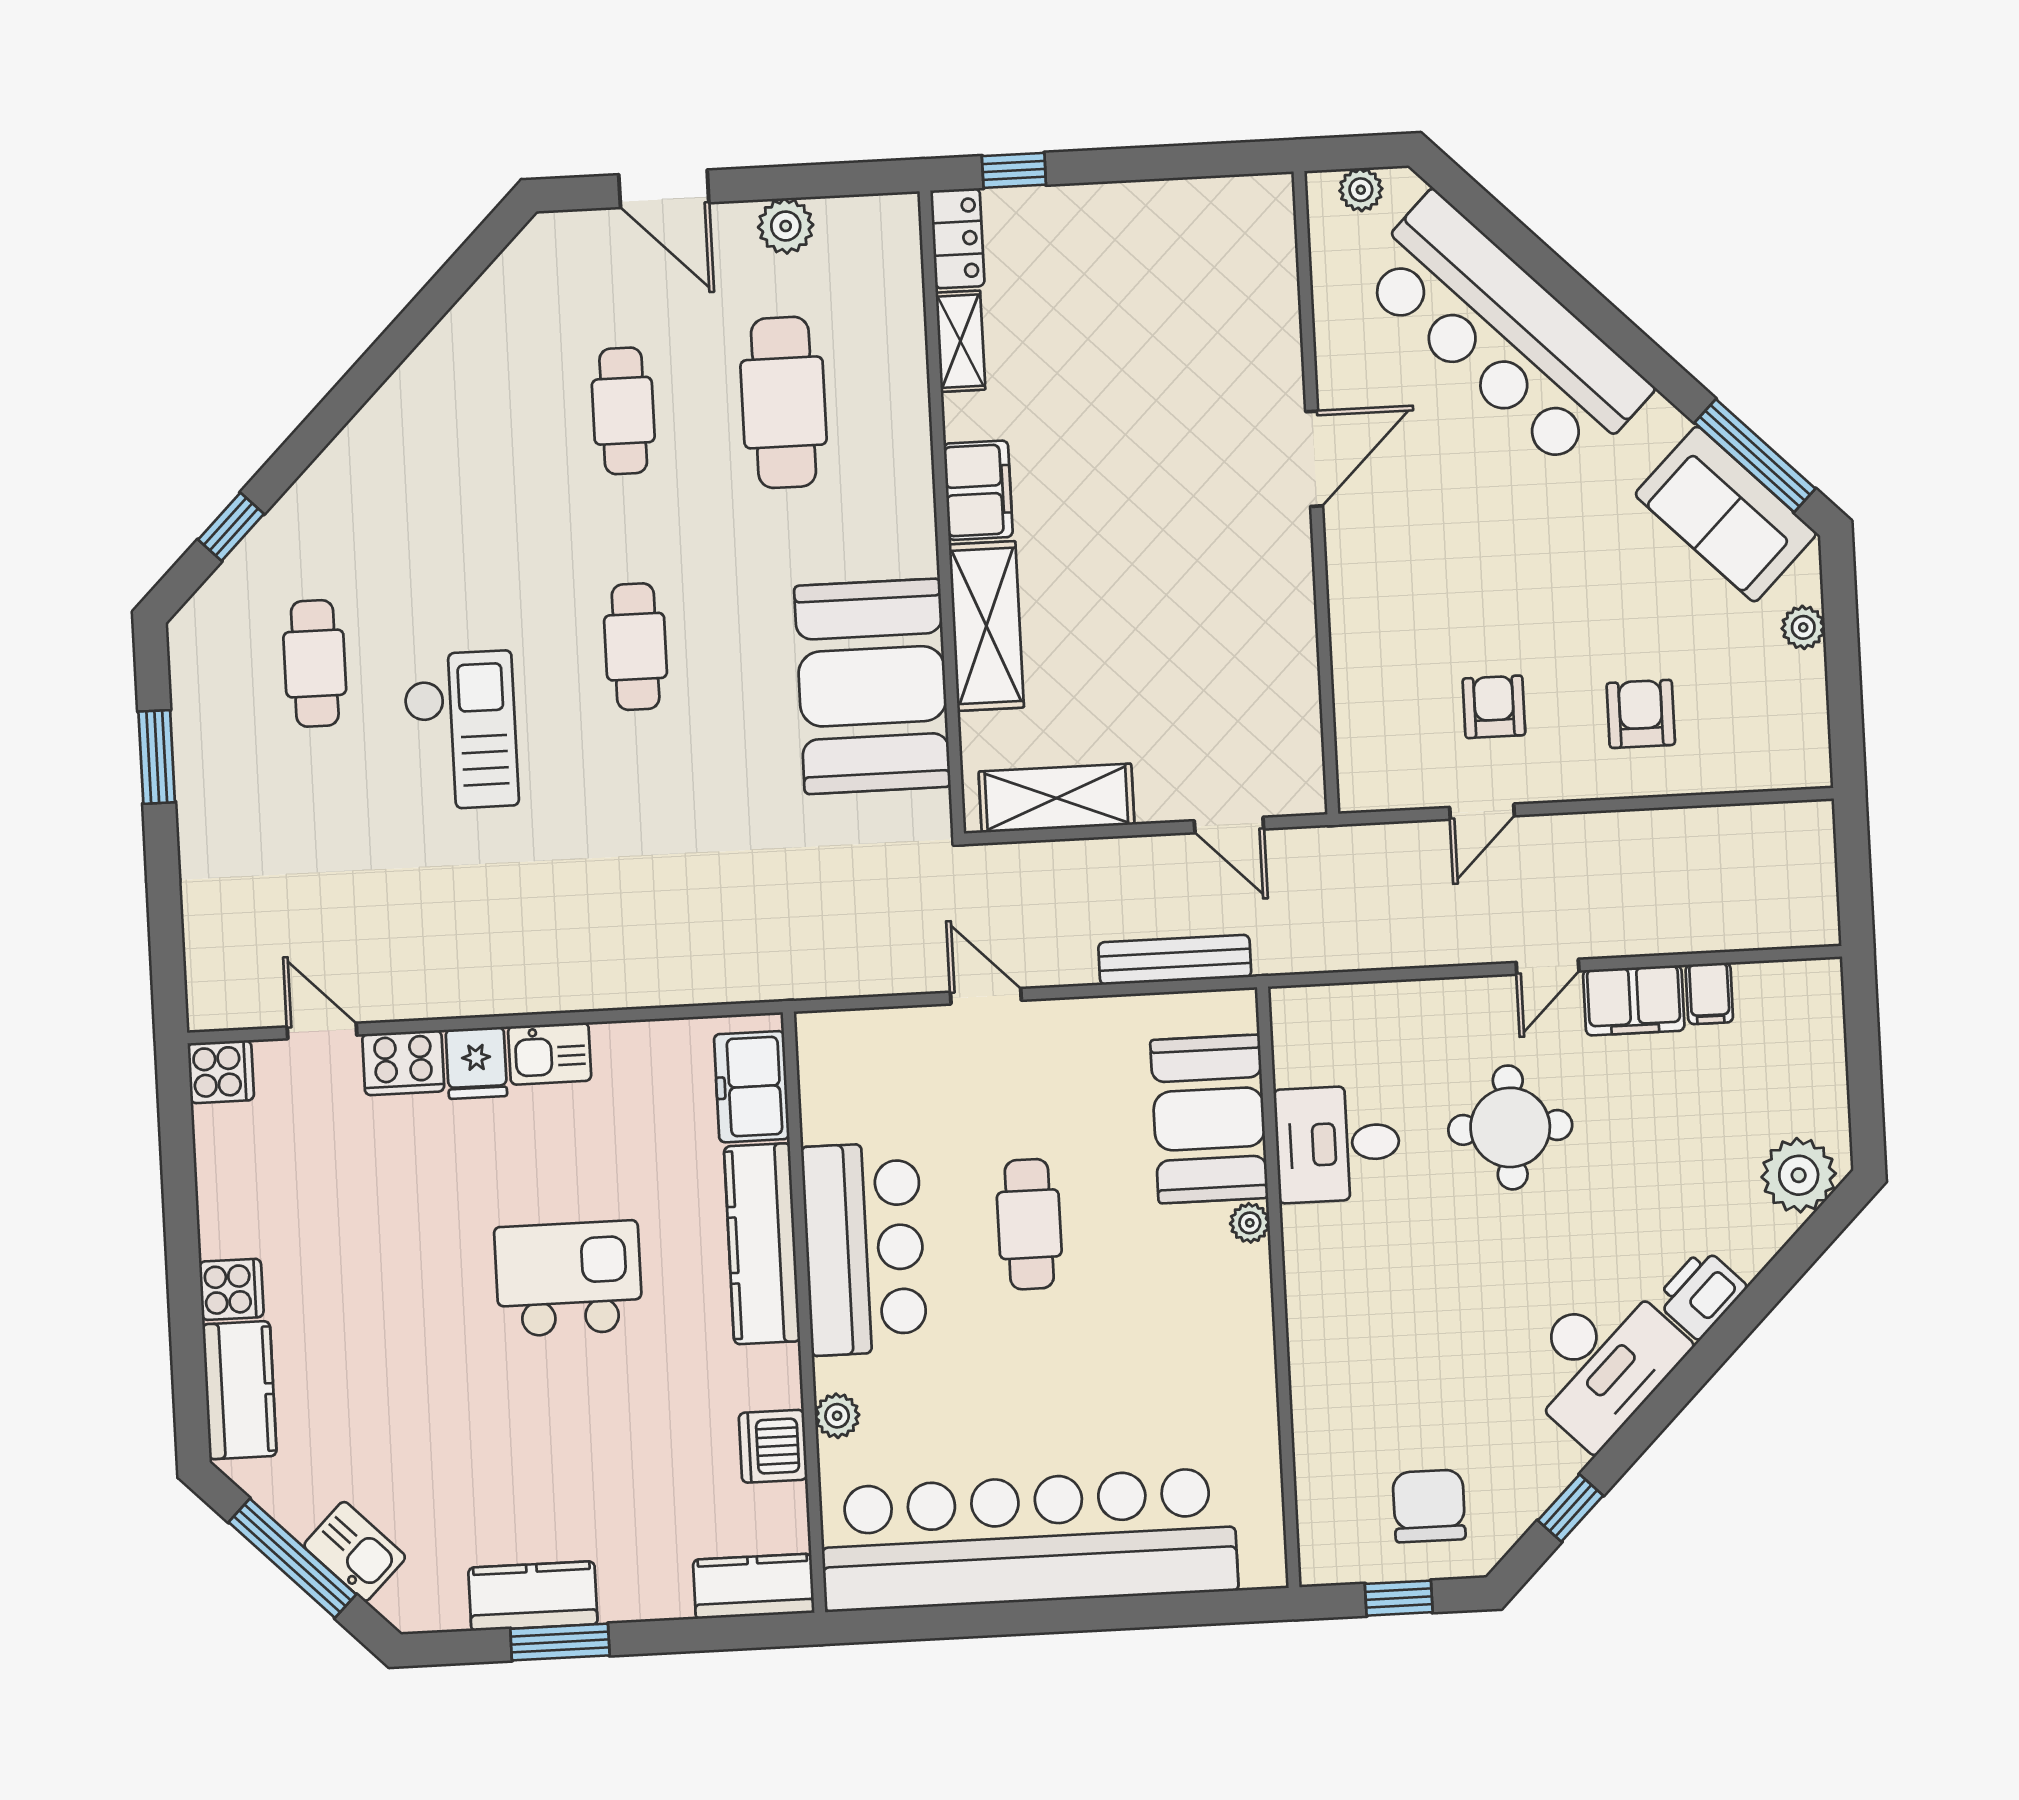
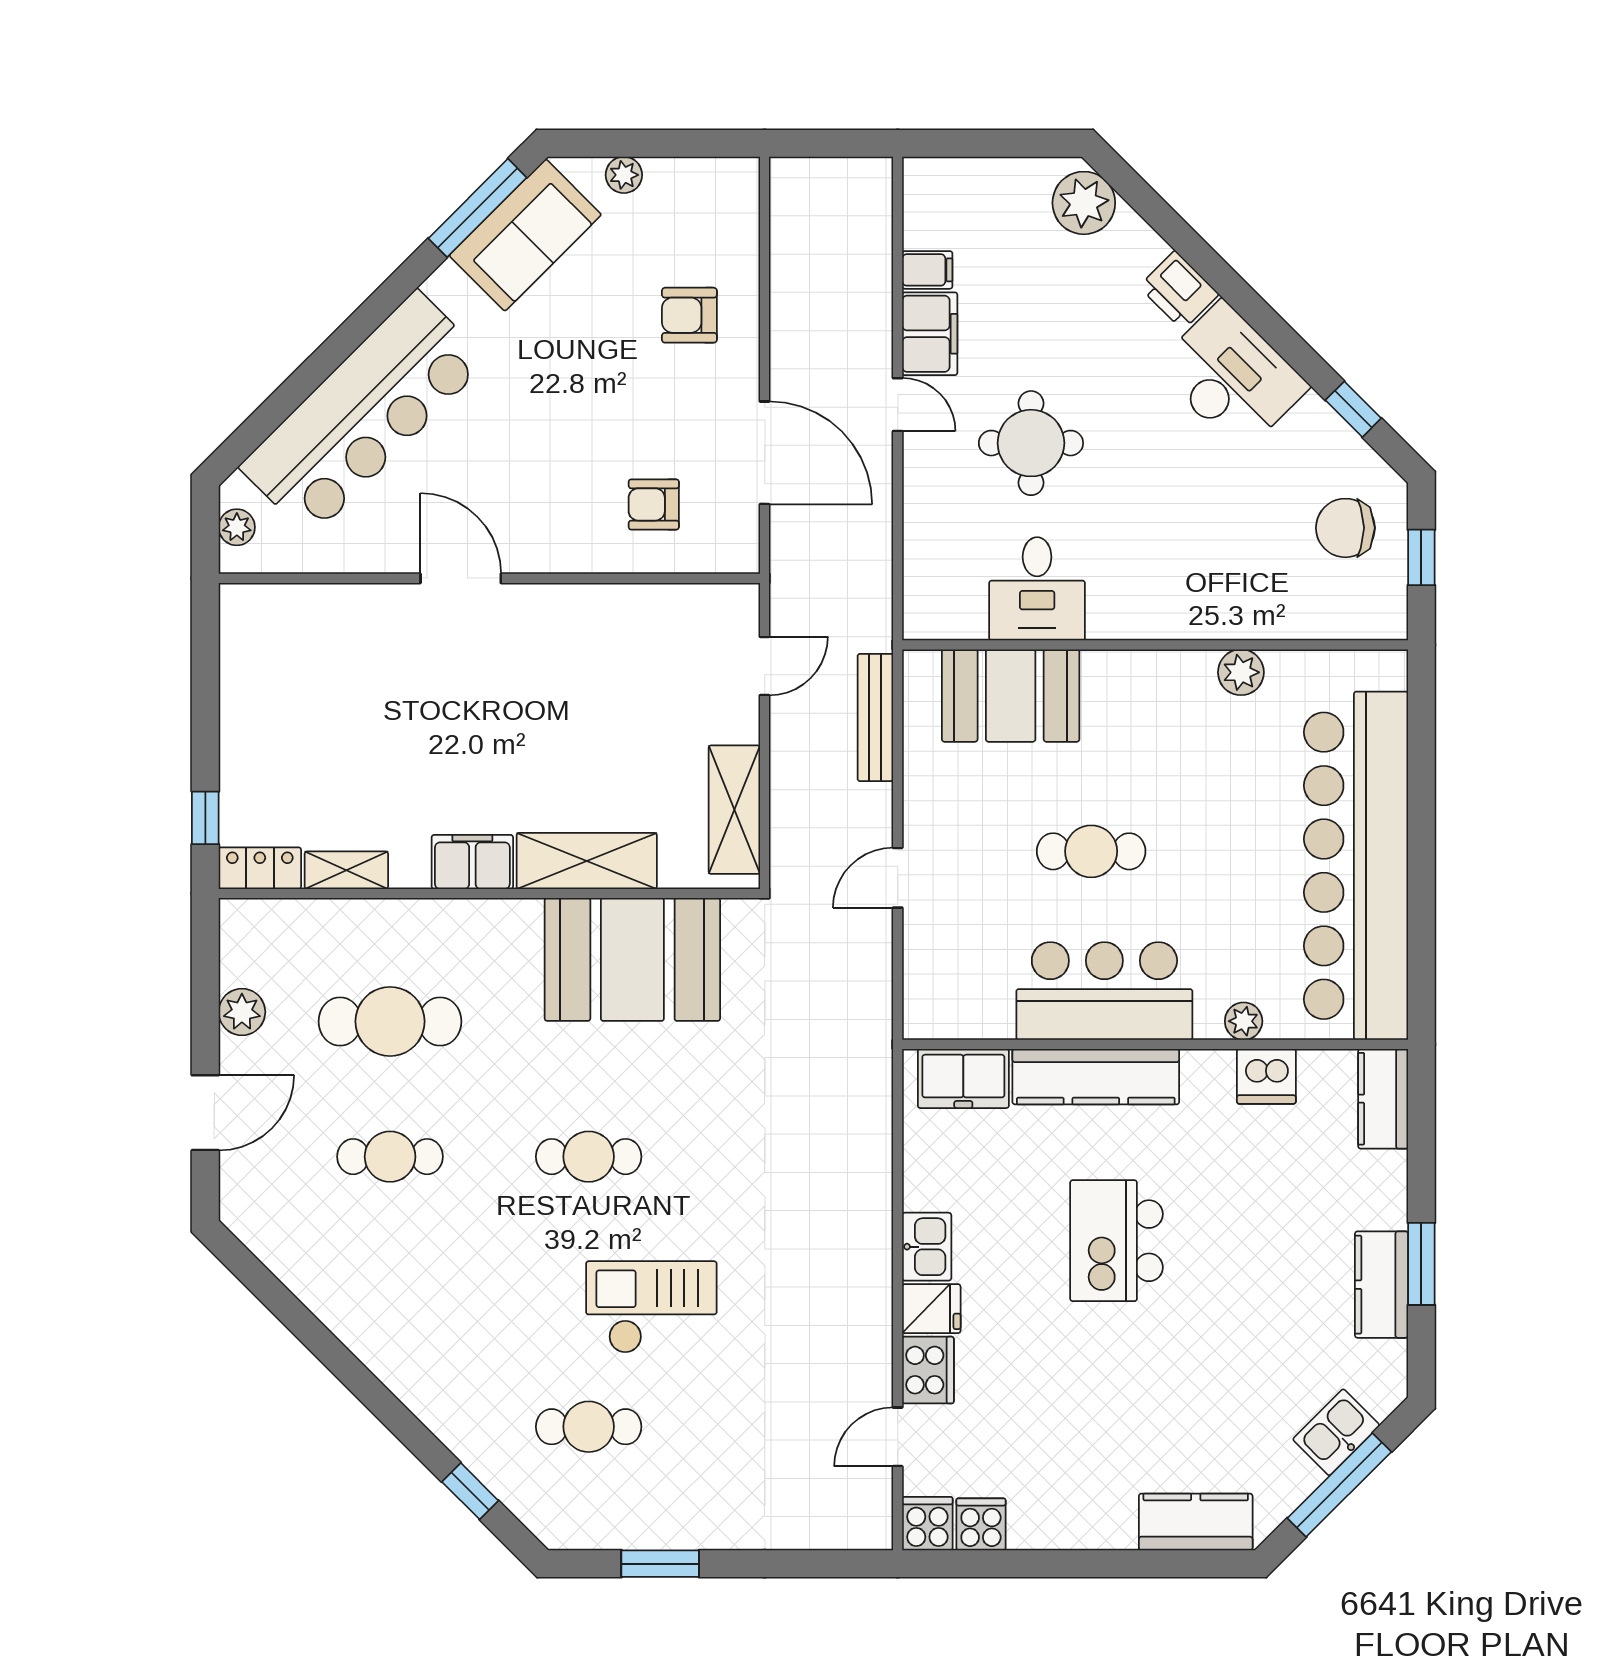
armchair: (1494, 707) -> (654, 504), moved
door: (1482, 812) -> (765, 453), width x1.88
plant: (1250, 1223) -> (1241, 672), moved, width x1.38, depth x1.38
cooker: (231, 1289) -> (981, 1524), moved

